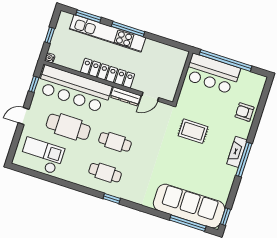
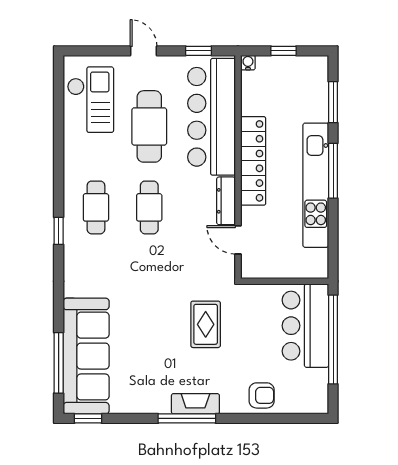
kitchen unit: (108, 33) -> (316, 185), moved
armchair: (244, 112) -> (262, 395), turned 90

